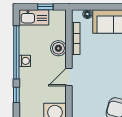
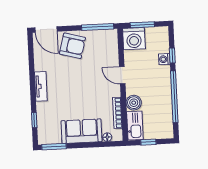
kitchen sink: (34, 17) -> (135, 126), moved, turned 90
washing machine: (25, 61) -> (164, 59), moved
door: (69, 77) -> (122, 75), swing flipped

